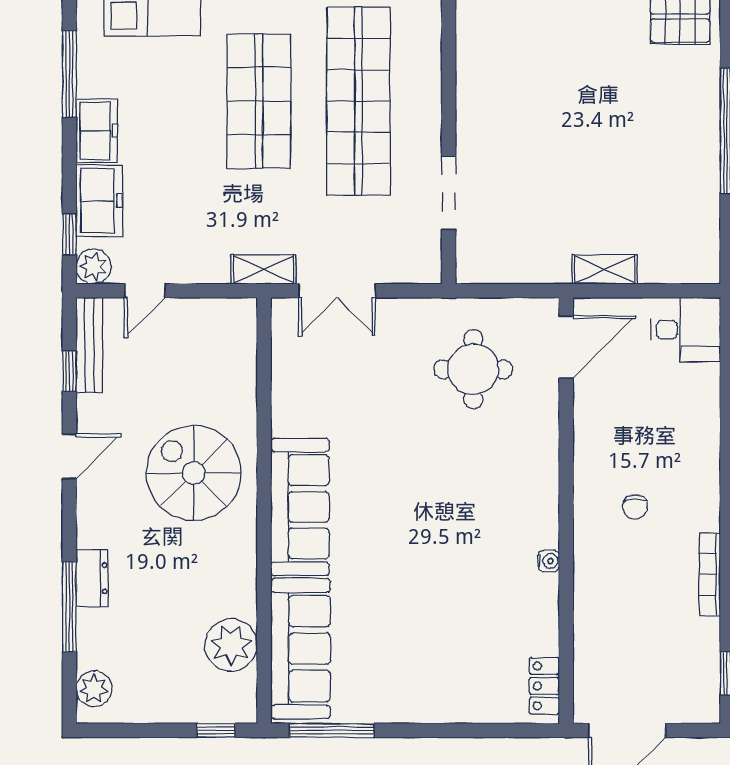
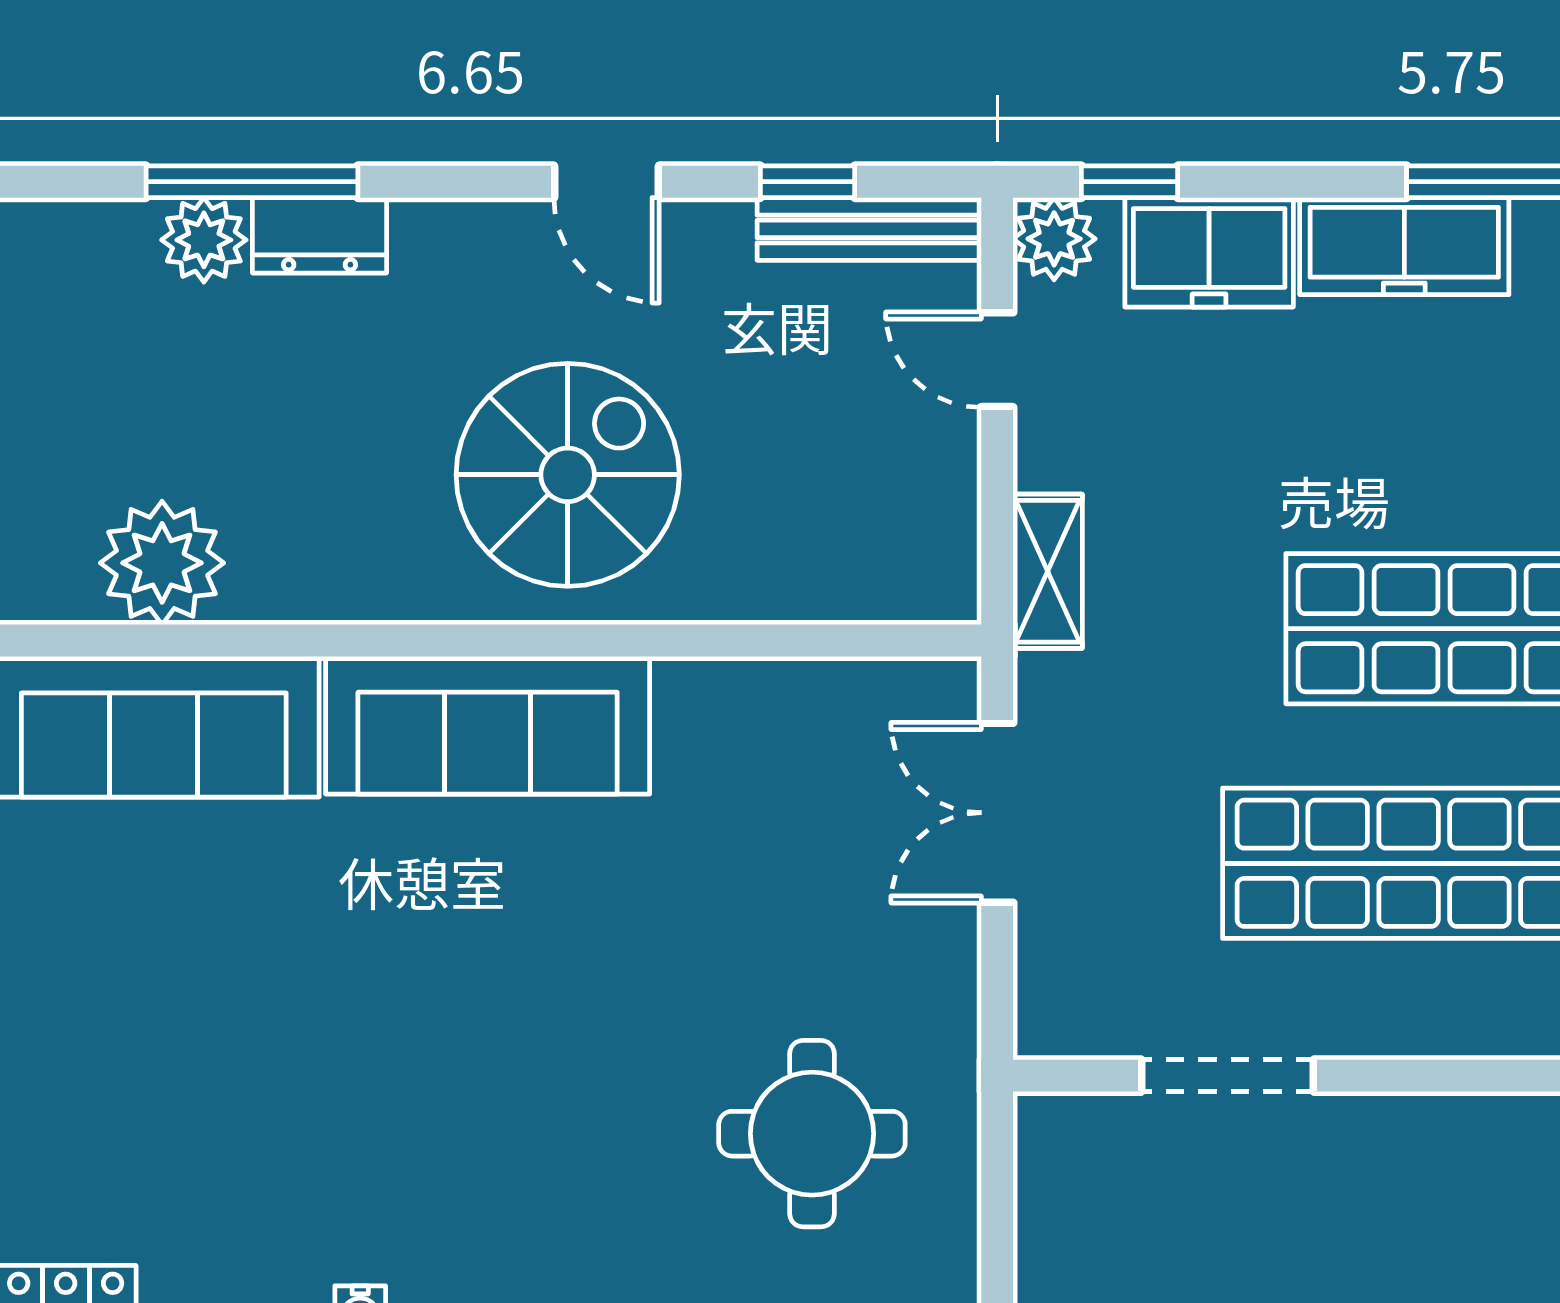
freezer: (97, 131) -> (1404, 246), width x1.40
shelving: (263, 269) -> (1048, 571), moved
plant: (94, 689) -> (204, 240), moved

